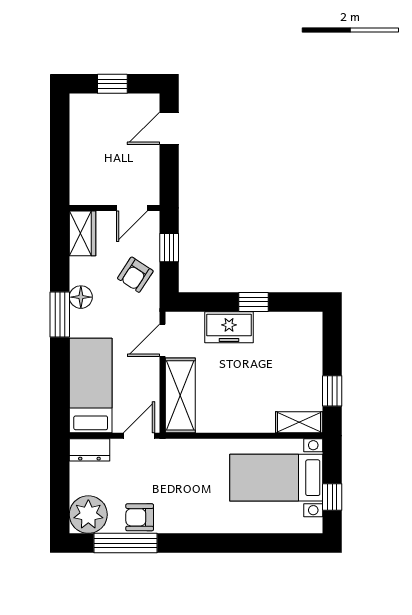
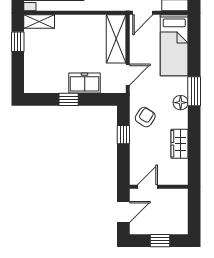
wall: (114, 208) -> (159, 187), moved
door: (132, 208) -> (147, 187), moved

